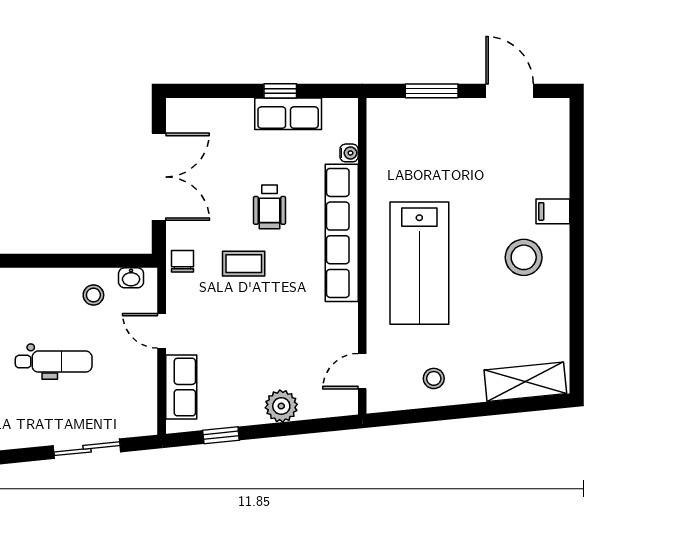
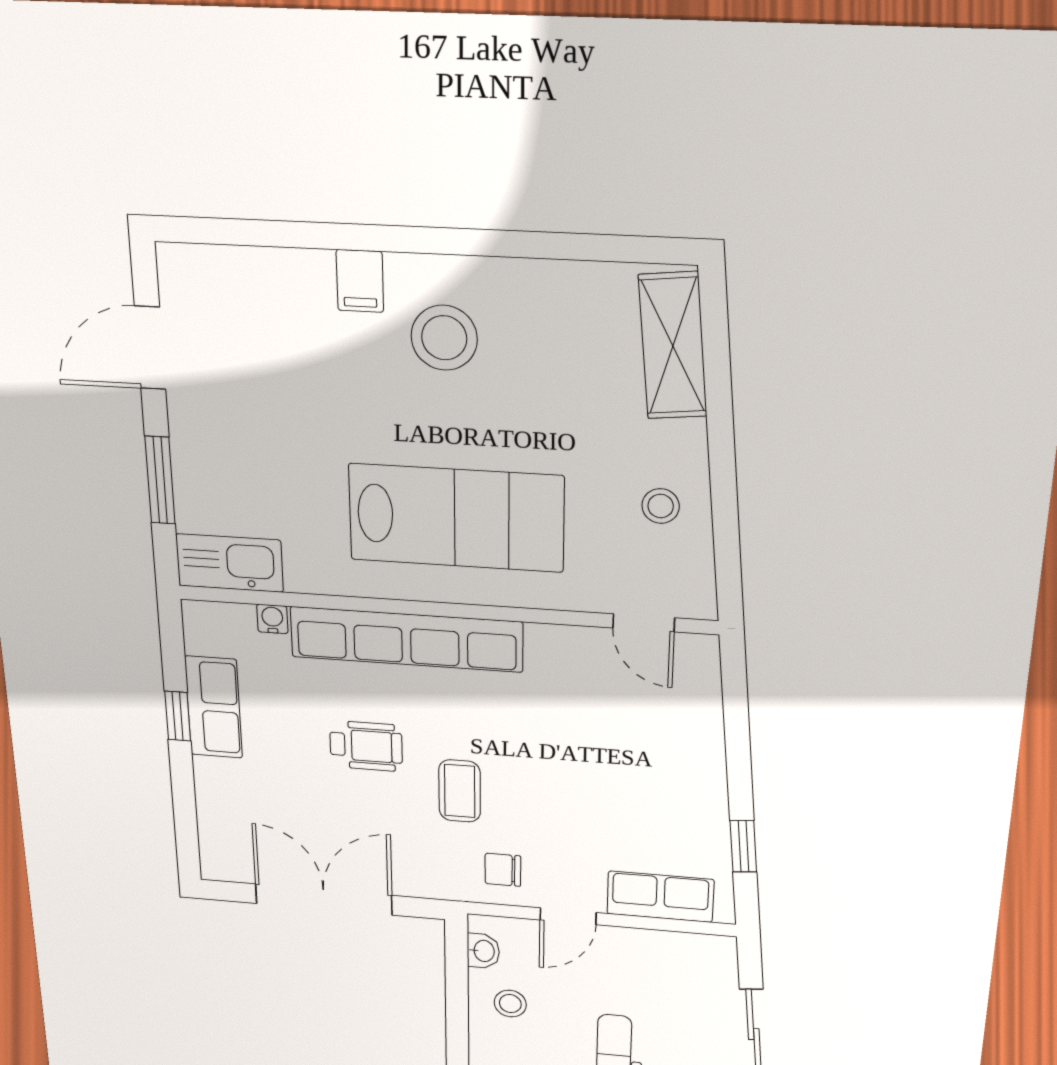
kitchen sink: (383, 129) -> (230, 563), added
chair: (183, 261) -> (503, 870), moved
plant: (281, 406) -> (699, 753), removed

